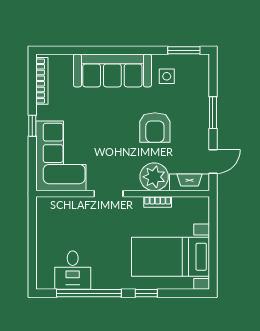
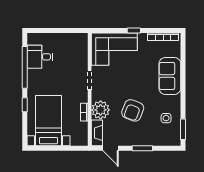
sofa: (112, 70) -> (170, 76), width x0.73
armchair: (155, 127) -> (133, 110), turned -69

